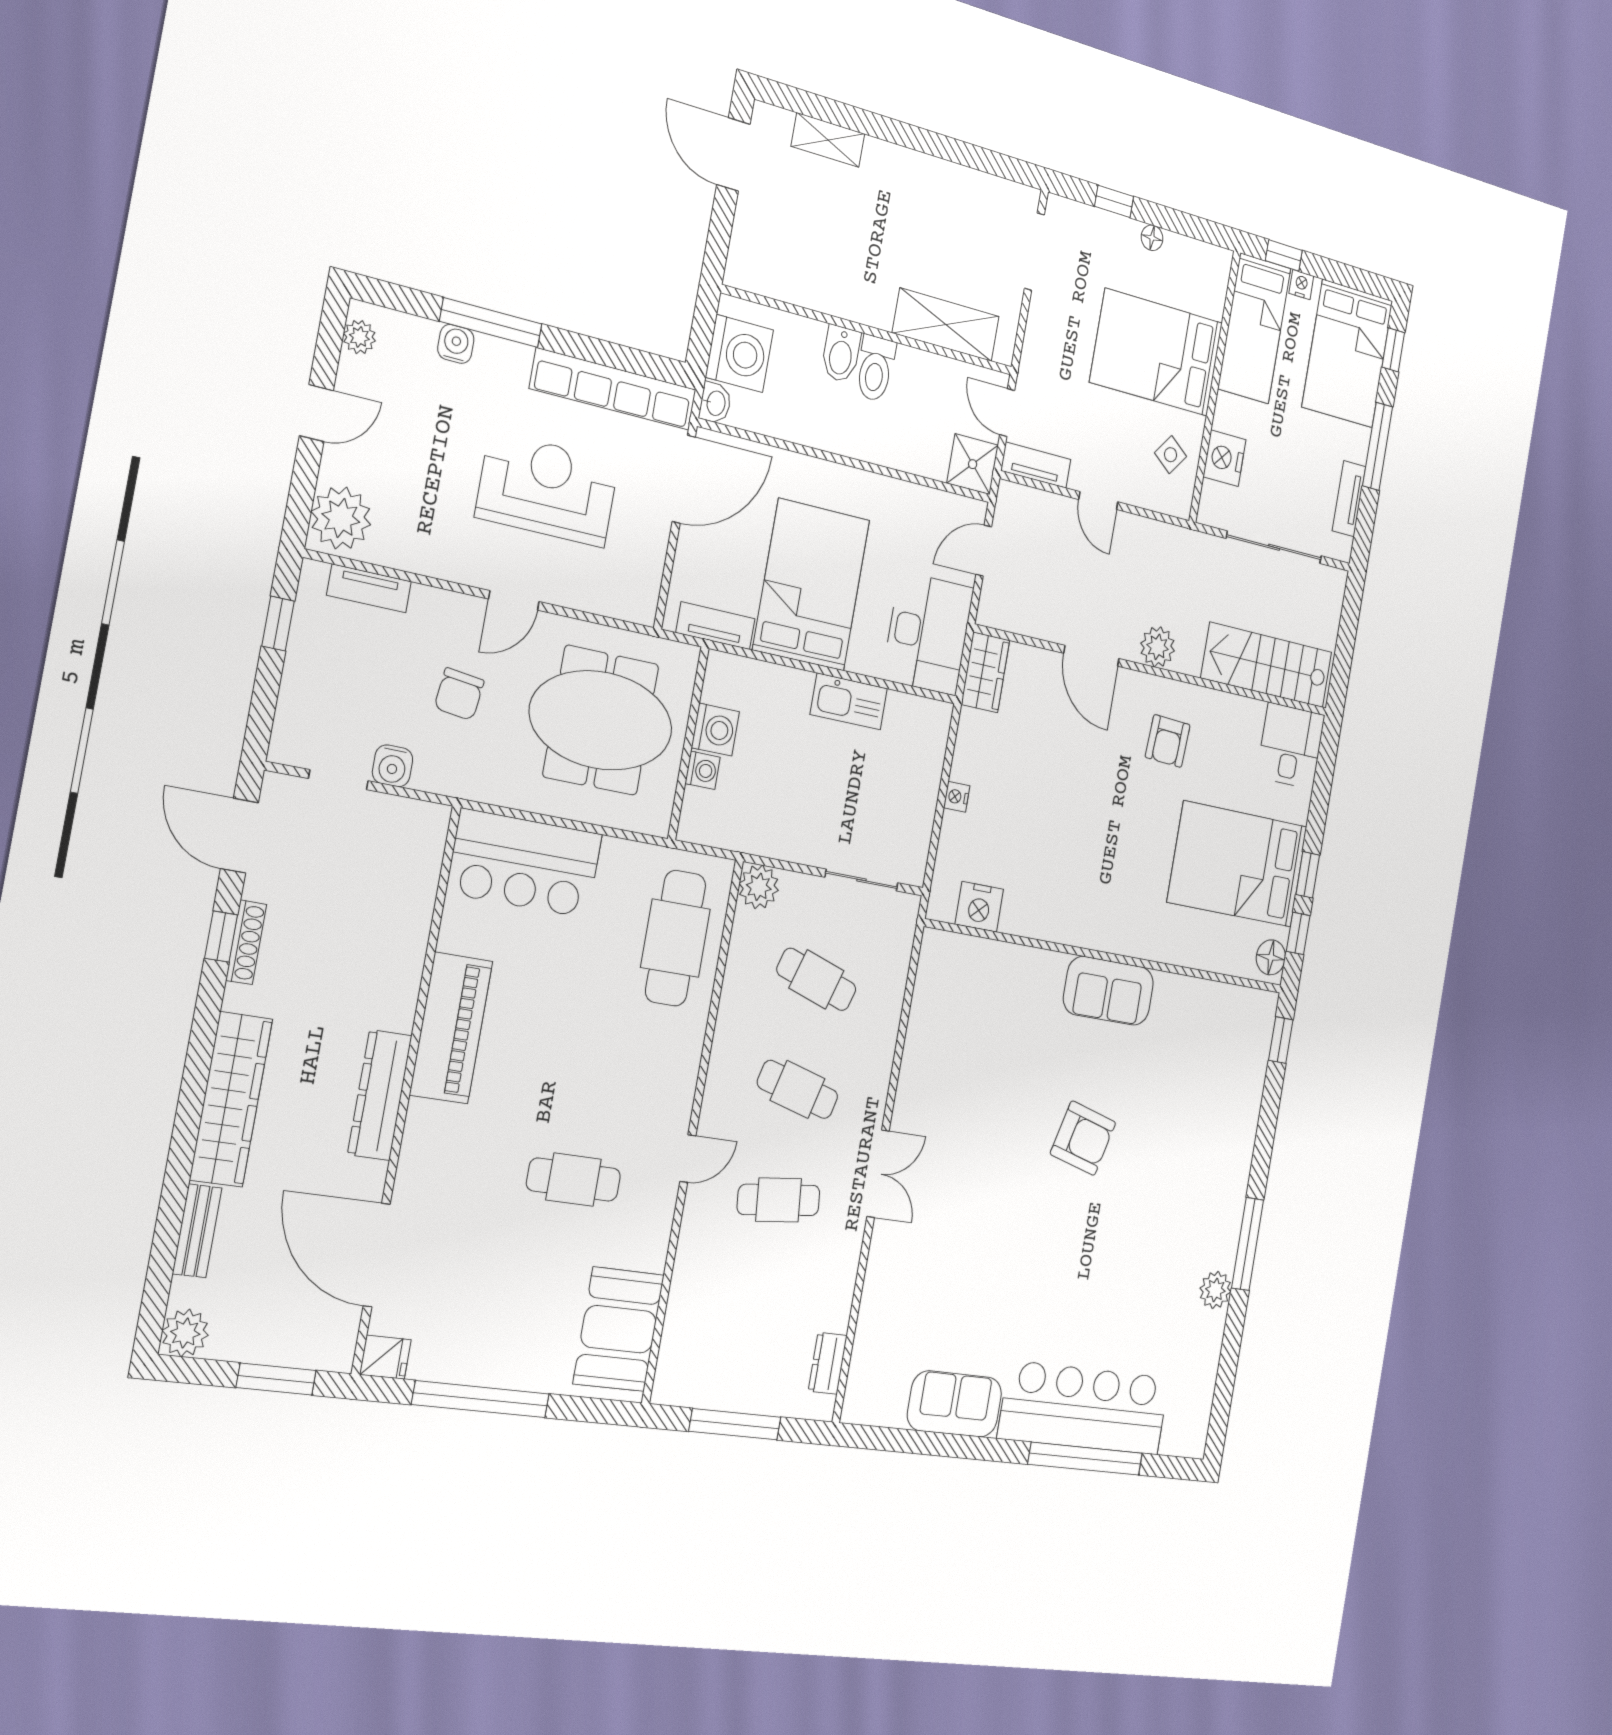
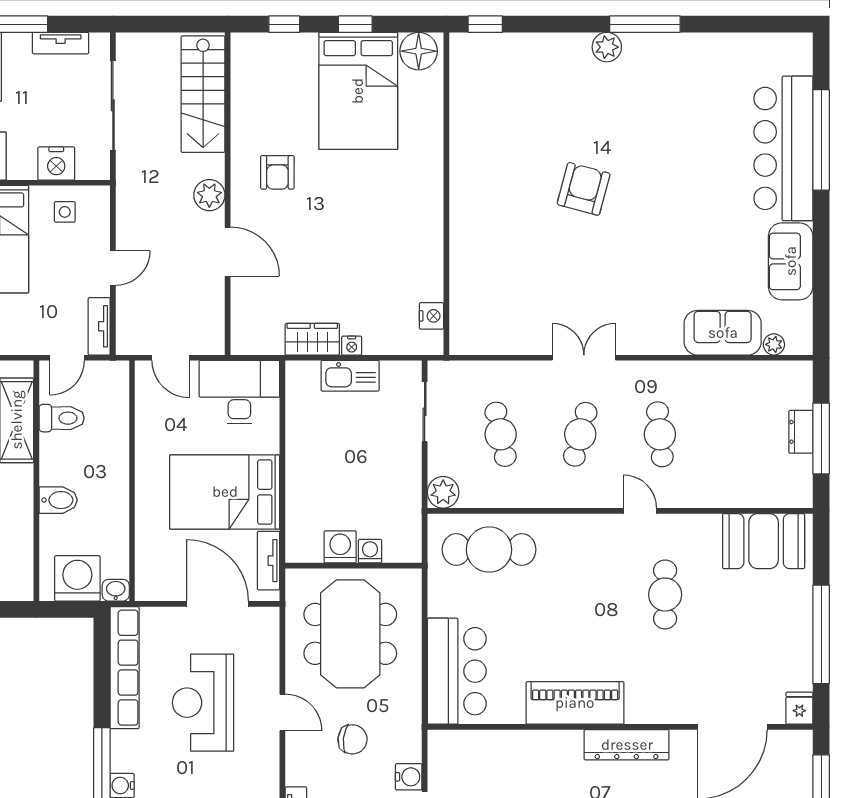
toilet: (875, 368) -> (62, 418), moved
side table: (1171, 455) -> (65, 212), turned -38
shower: (973, 464) -> (111, 379), removed
door: (684, 479) -> (218, 604), moved
door: (1091, 656) -> (228, 252), hinge flipped
wardrobe: (985, 672) -> (312, 339), moved
kitchen sink: (849, 701) -> (350, 376), moved, turned 90
armchair: (1168, 741) -> (277, 172), turned 87
desk: (1291, 746) -> (260, 60), removed
nightstand: (979, 907) -> (432, 316), width x0.74, depth x0.75
window: (1298, 933) -> (284, 24), moved
floor lamp: (1271, 957) -> (419, 51), width x1.38, depth x1.38
cafe table: (816, 979) -> (501, 434), turned -30
sofa: (1108, 991) -> (723, 333), moved, turned -90
double door: (878, 1174) -> (584, 358), moved
plant: (1215, 1290) -> (607, 47), moved
dresser: (828, 1363) -> (801, 432), moved, turned 90
plant: (861, 1371) -> (774, 344), added

